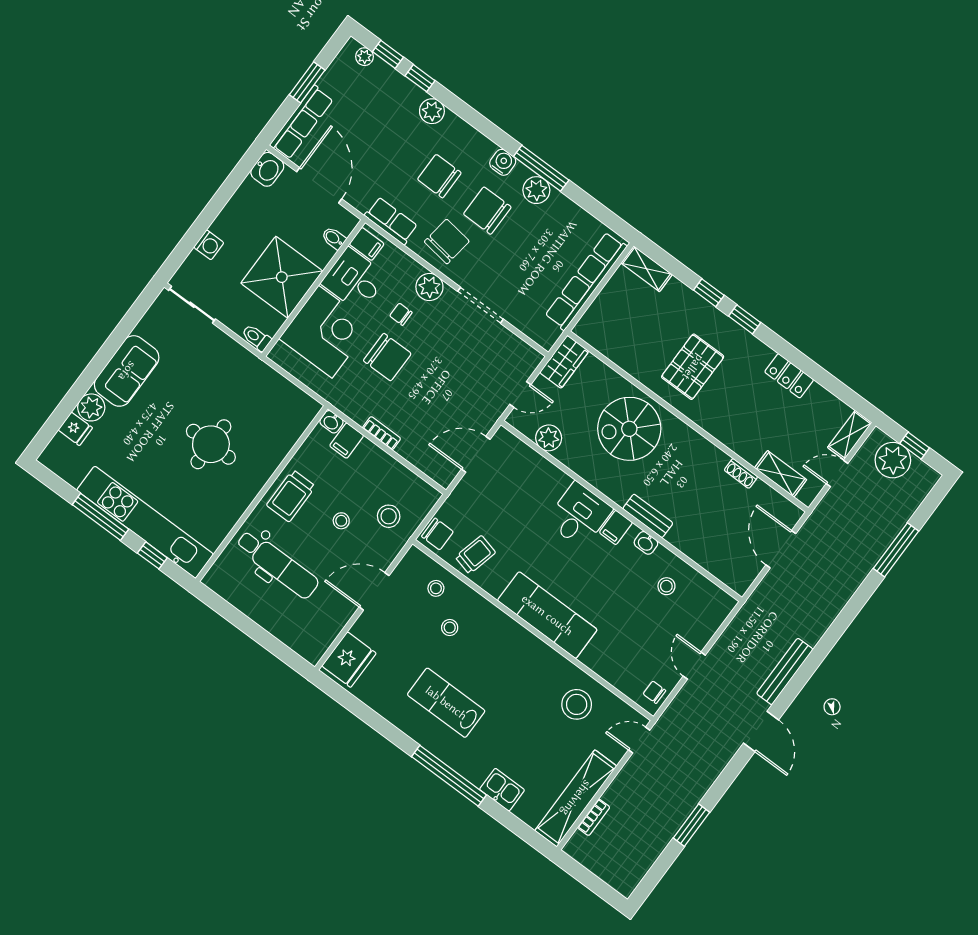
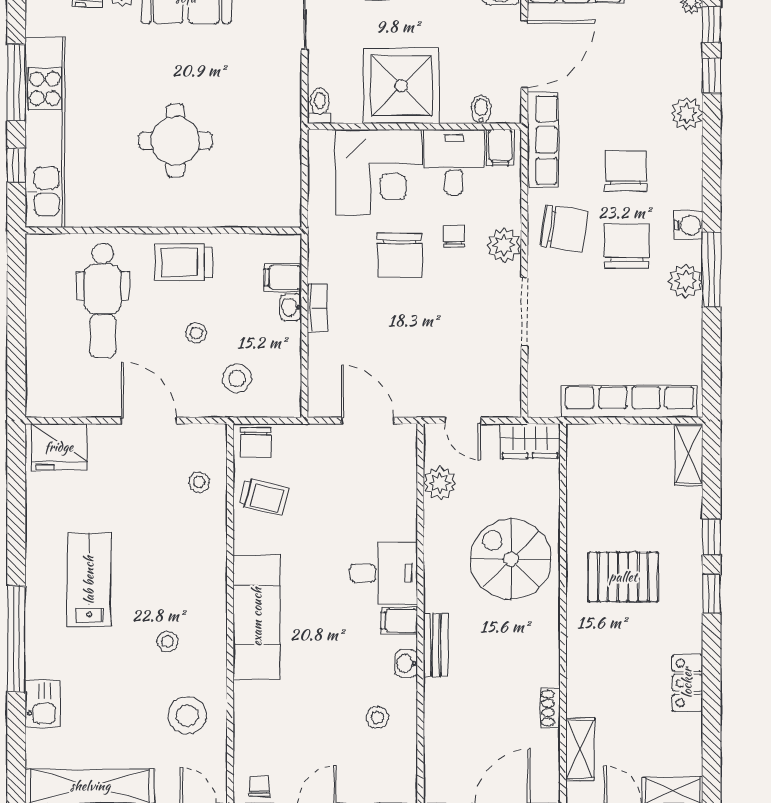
row of seats: (391, 221) -> (543, 140), width x1.48
washbasin: (332, 422) -> (291, 307), moved
stool: (450, 627) -> (167, 642), moved

